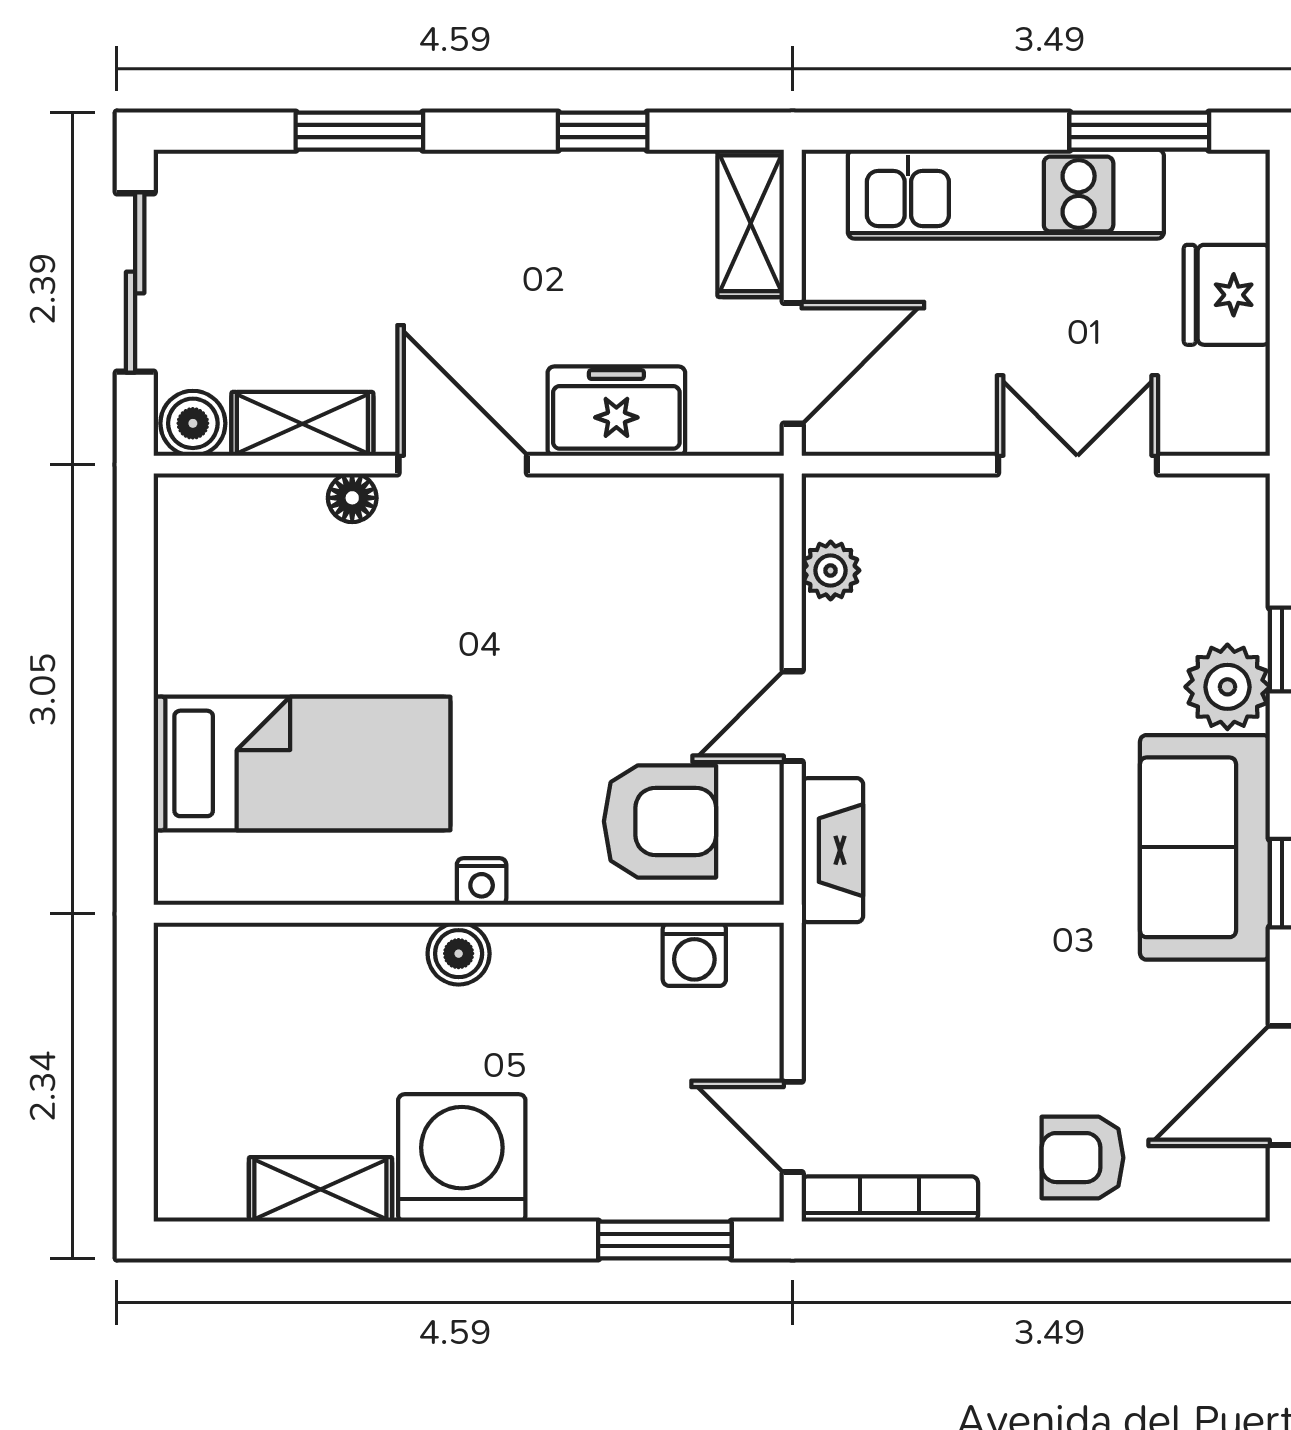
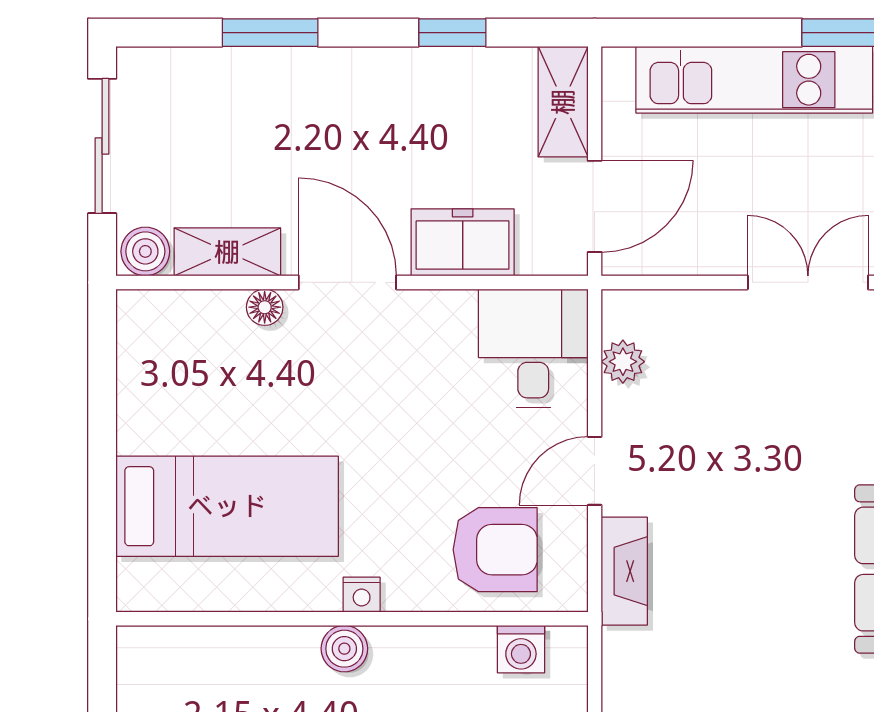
desk: (711, 552) -> (533, 348), added

